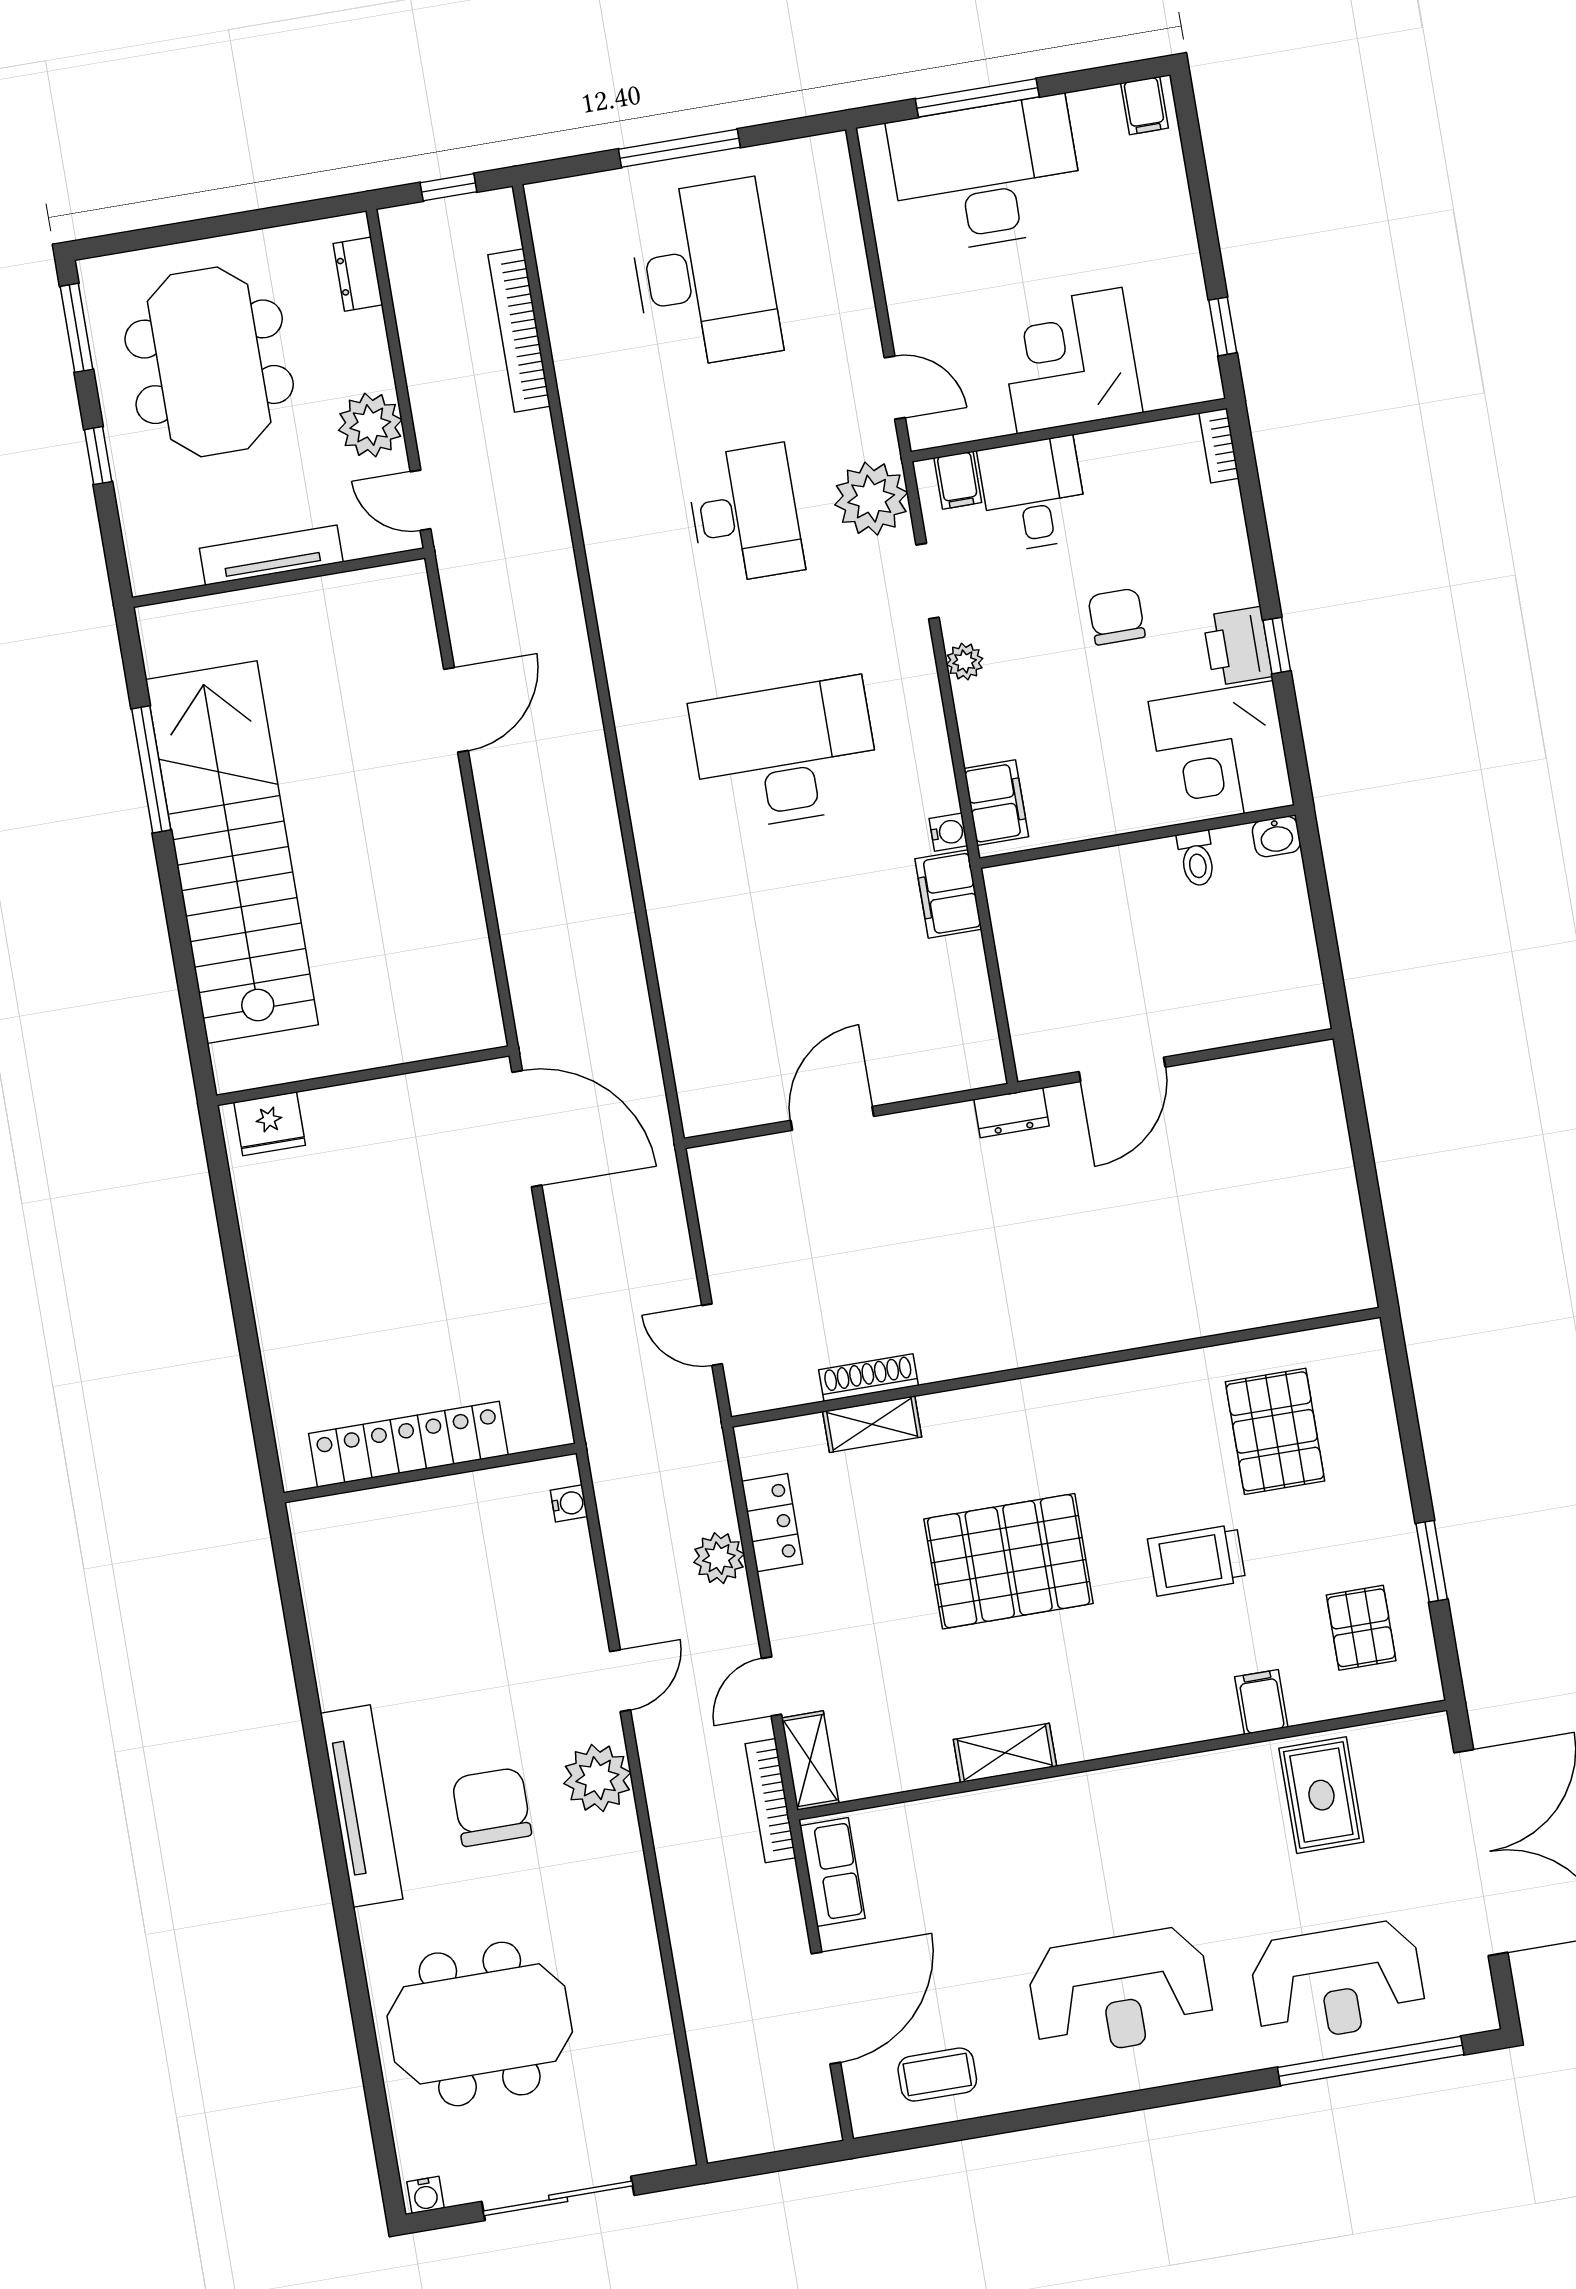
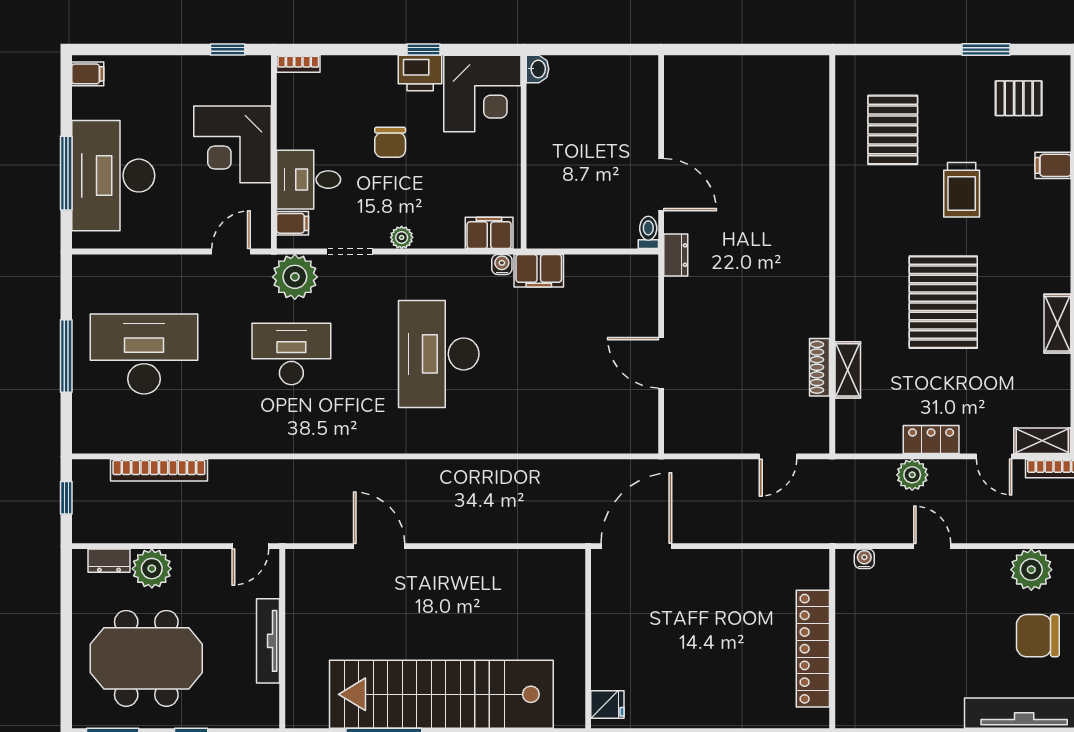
plant: (370, 425) -> (152, 569), moved
chair: (1117, 617) -> (390, 142), turned -90
toilet: (1197, 858) -> (648, 232), moved, turned -90
fridge: (270, 1124) -> (607, 705), width x0.72
pallet: (1275, 1431) -> (893, 130), turned 90
locker: (772, 1523) -> (931, 439), moved
door: (620, 1681) -> (932, 546), moved

